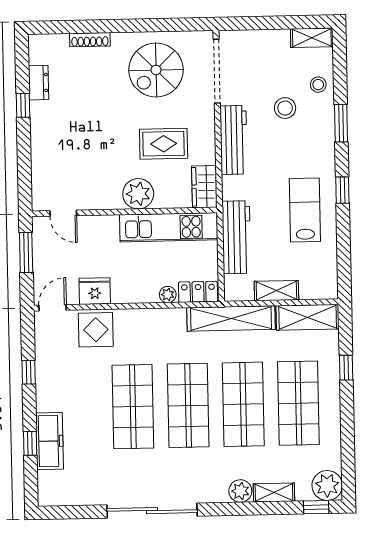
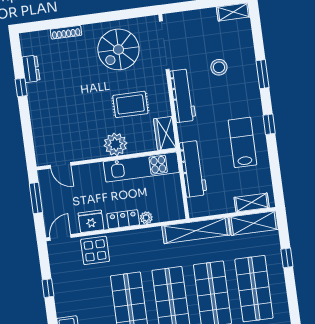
stool: (318, 85) -> (242, 47), removed
shelving: (276, 291) -> (252, 203), moved
locker: (198, 292) -> (123, 219), moved

